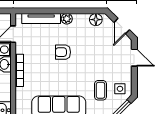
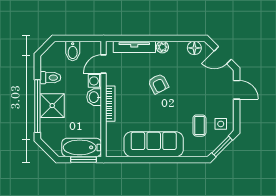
door: (122, 26) -> (223, 55), hinge flipped
armchair: (63, 52) -> (158, 84), turned -117

